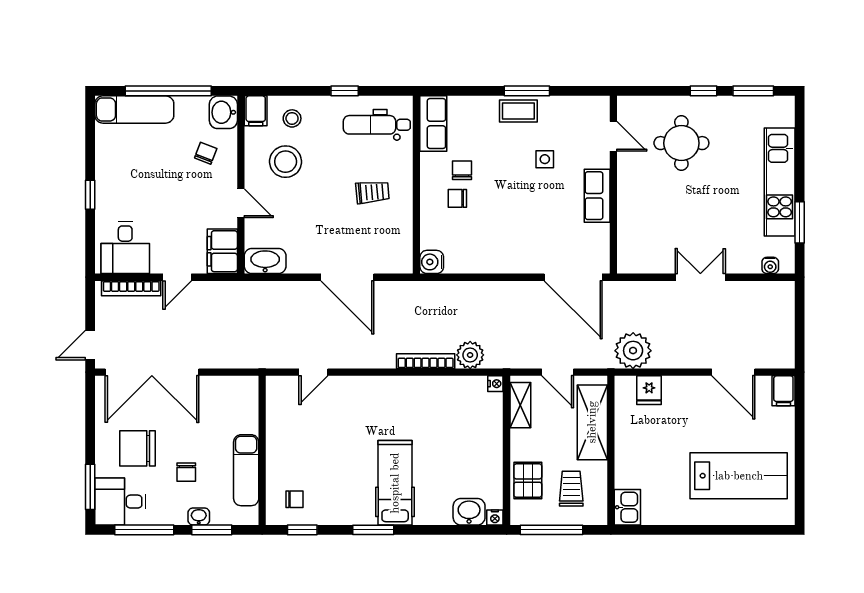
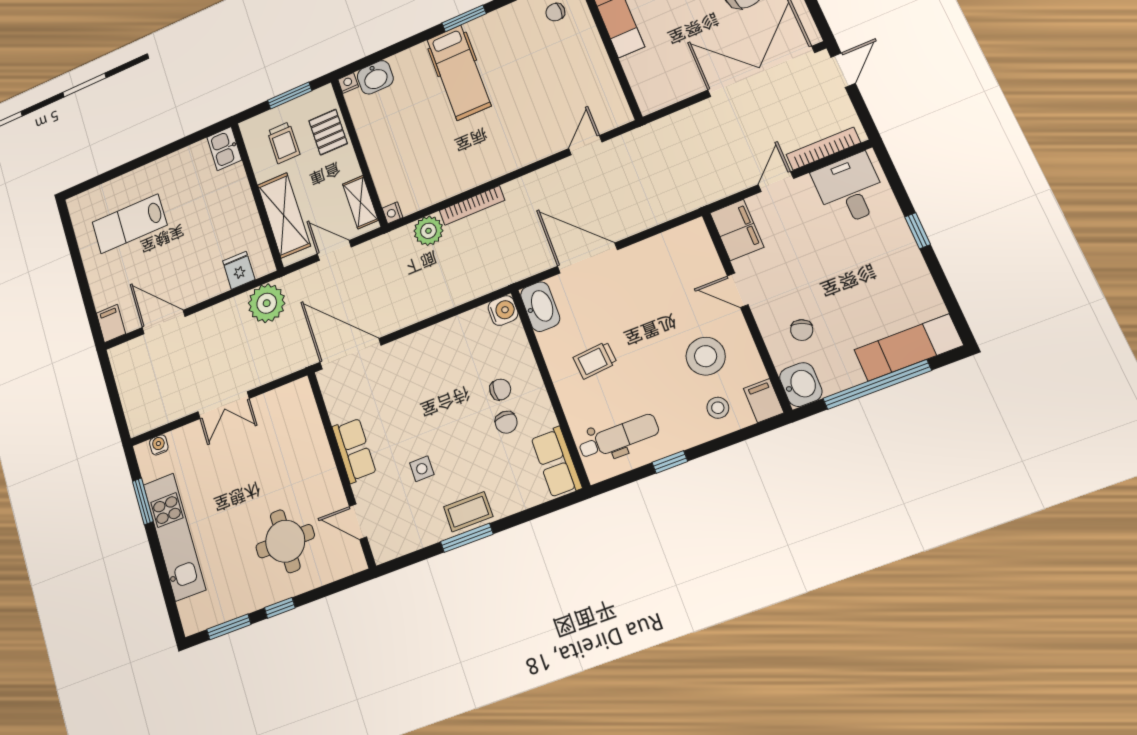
washbasin: (265, 261) -> (540, 307), moved, turned -90
lab bench: (739, 476) -> (129, 224), width x0.73, depth x0.72
window: (551, 530) -> (290, 96), width x0.69

